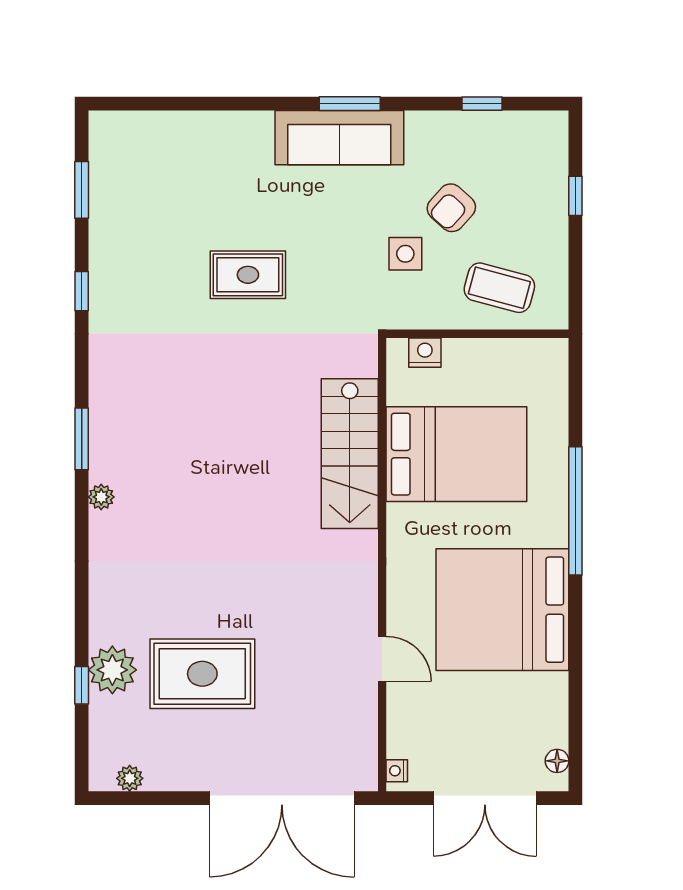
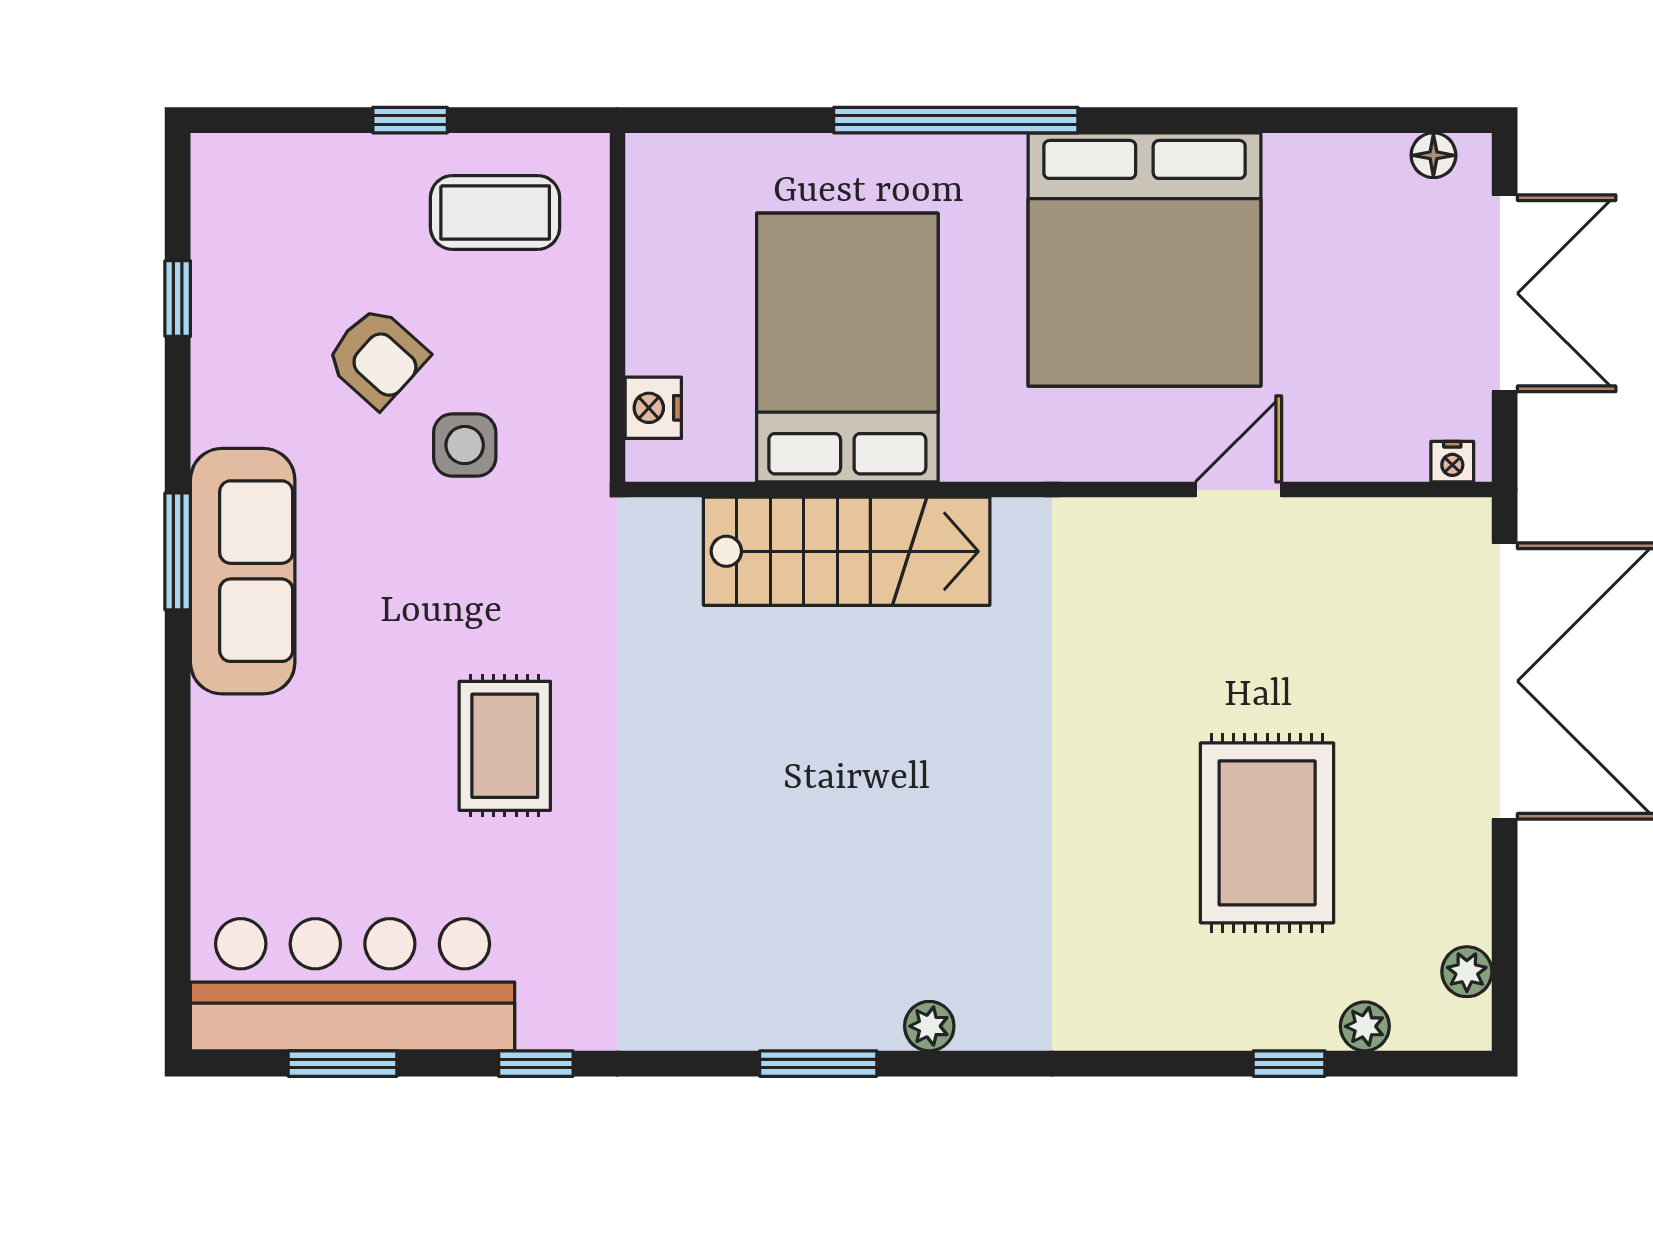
bar counter: (123, 195) -> (353, 985), added
window: (575, 196) -> (410, 120), moved
coffee table: (499, 288) -> (495, 212), moved, turned 75
plant: (112, 670) -> (1365, 1026), moved, width x0.53, depth x0.53

